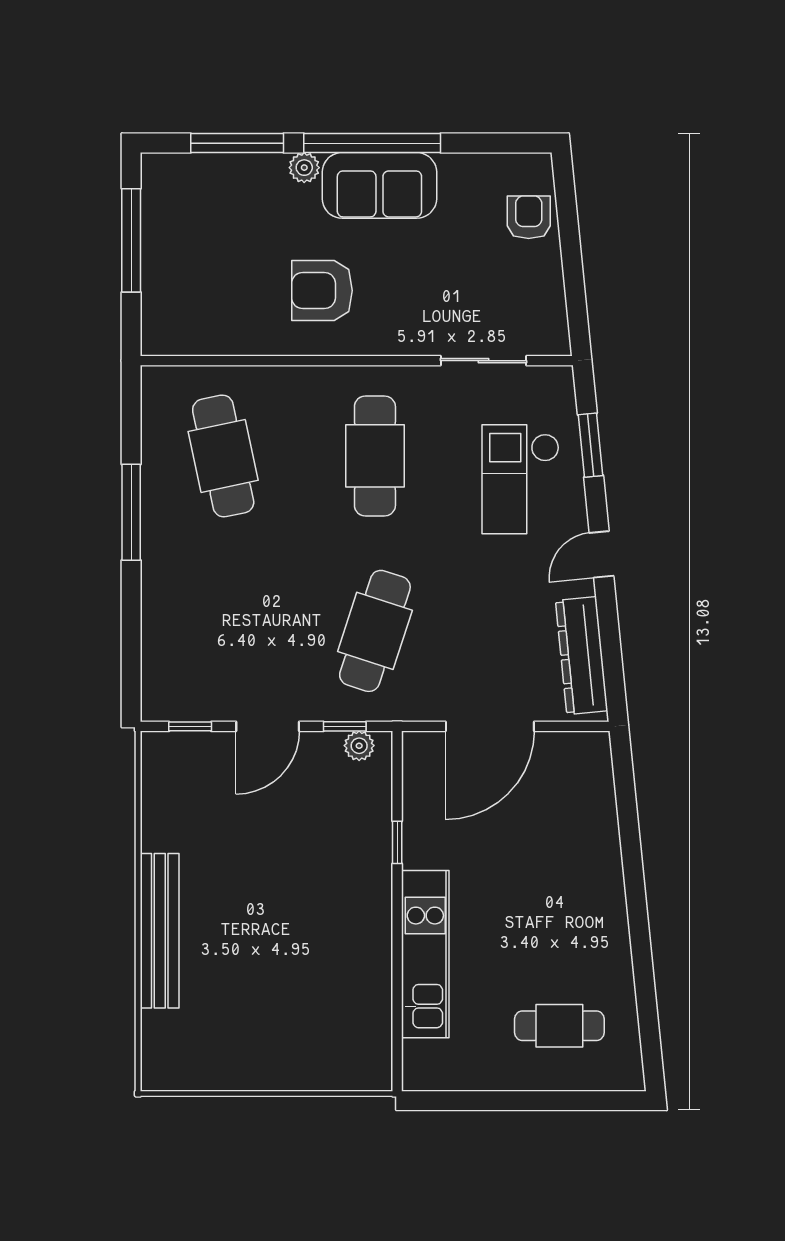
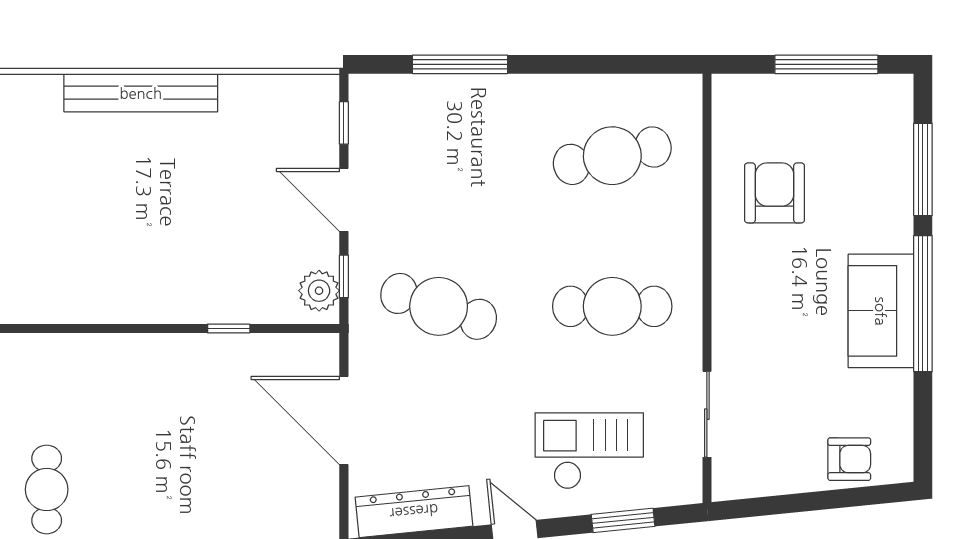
plant: (304, 168) -> (899, 236), removed
armchair: (322, 291) -> (775, 193), moved
window: (131, 512) -> (460, 64), moved
plant: (359, 746) -> (319, 291), width x1.38, depth x1.38
kitchen unit: (425, 954) -> (118, 356), removed

